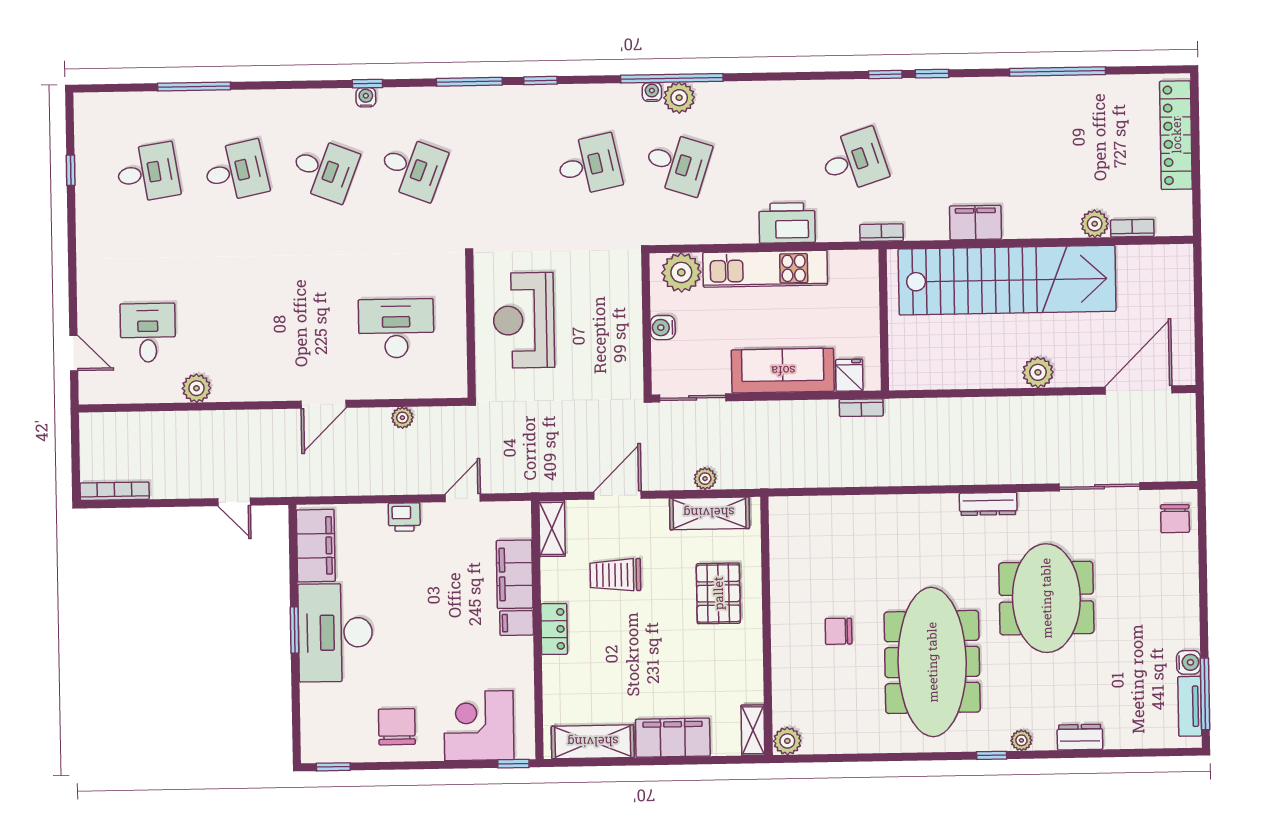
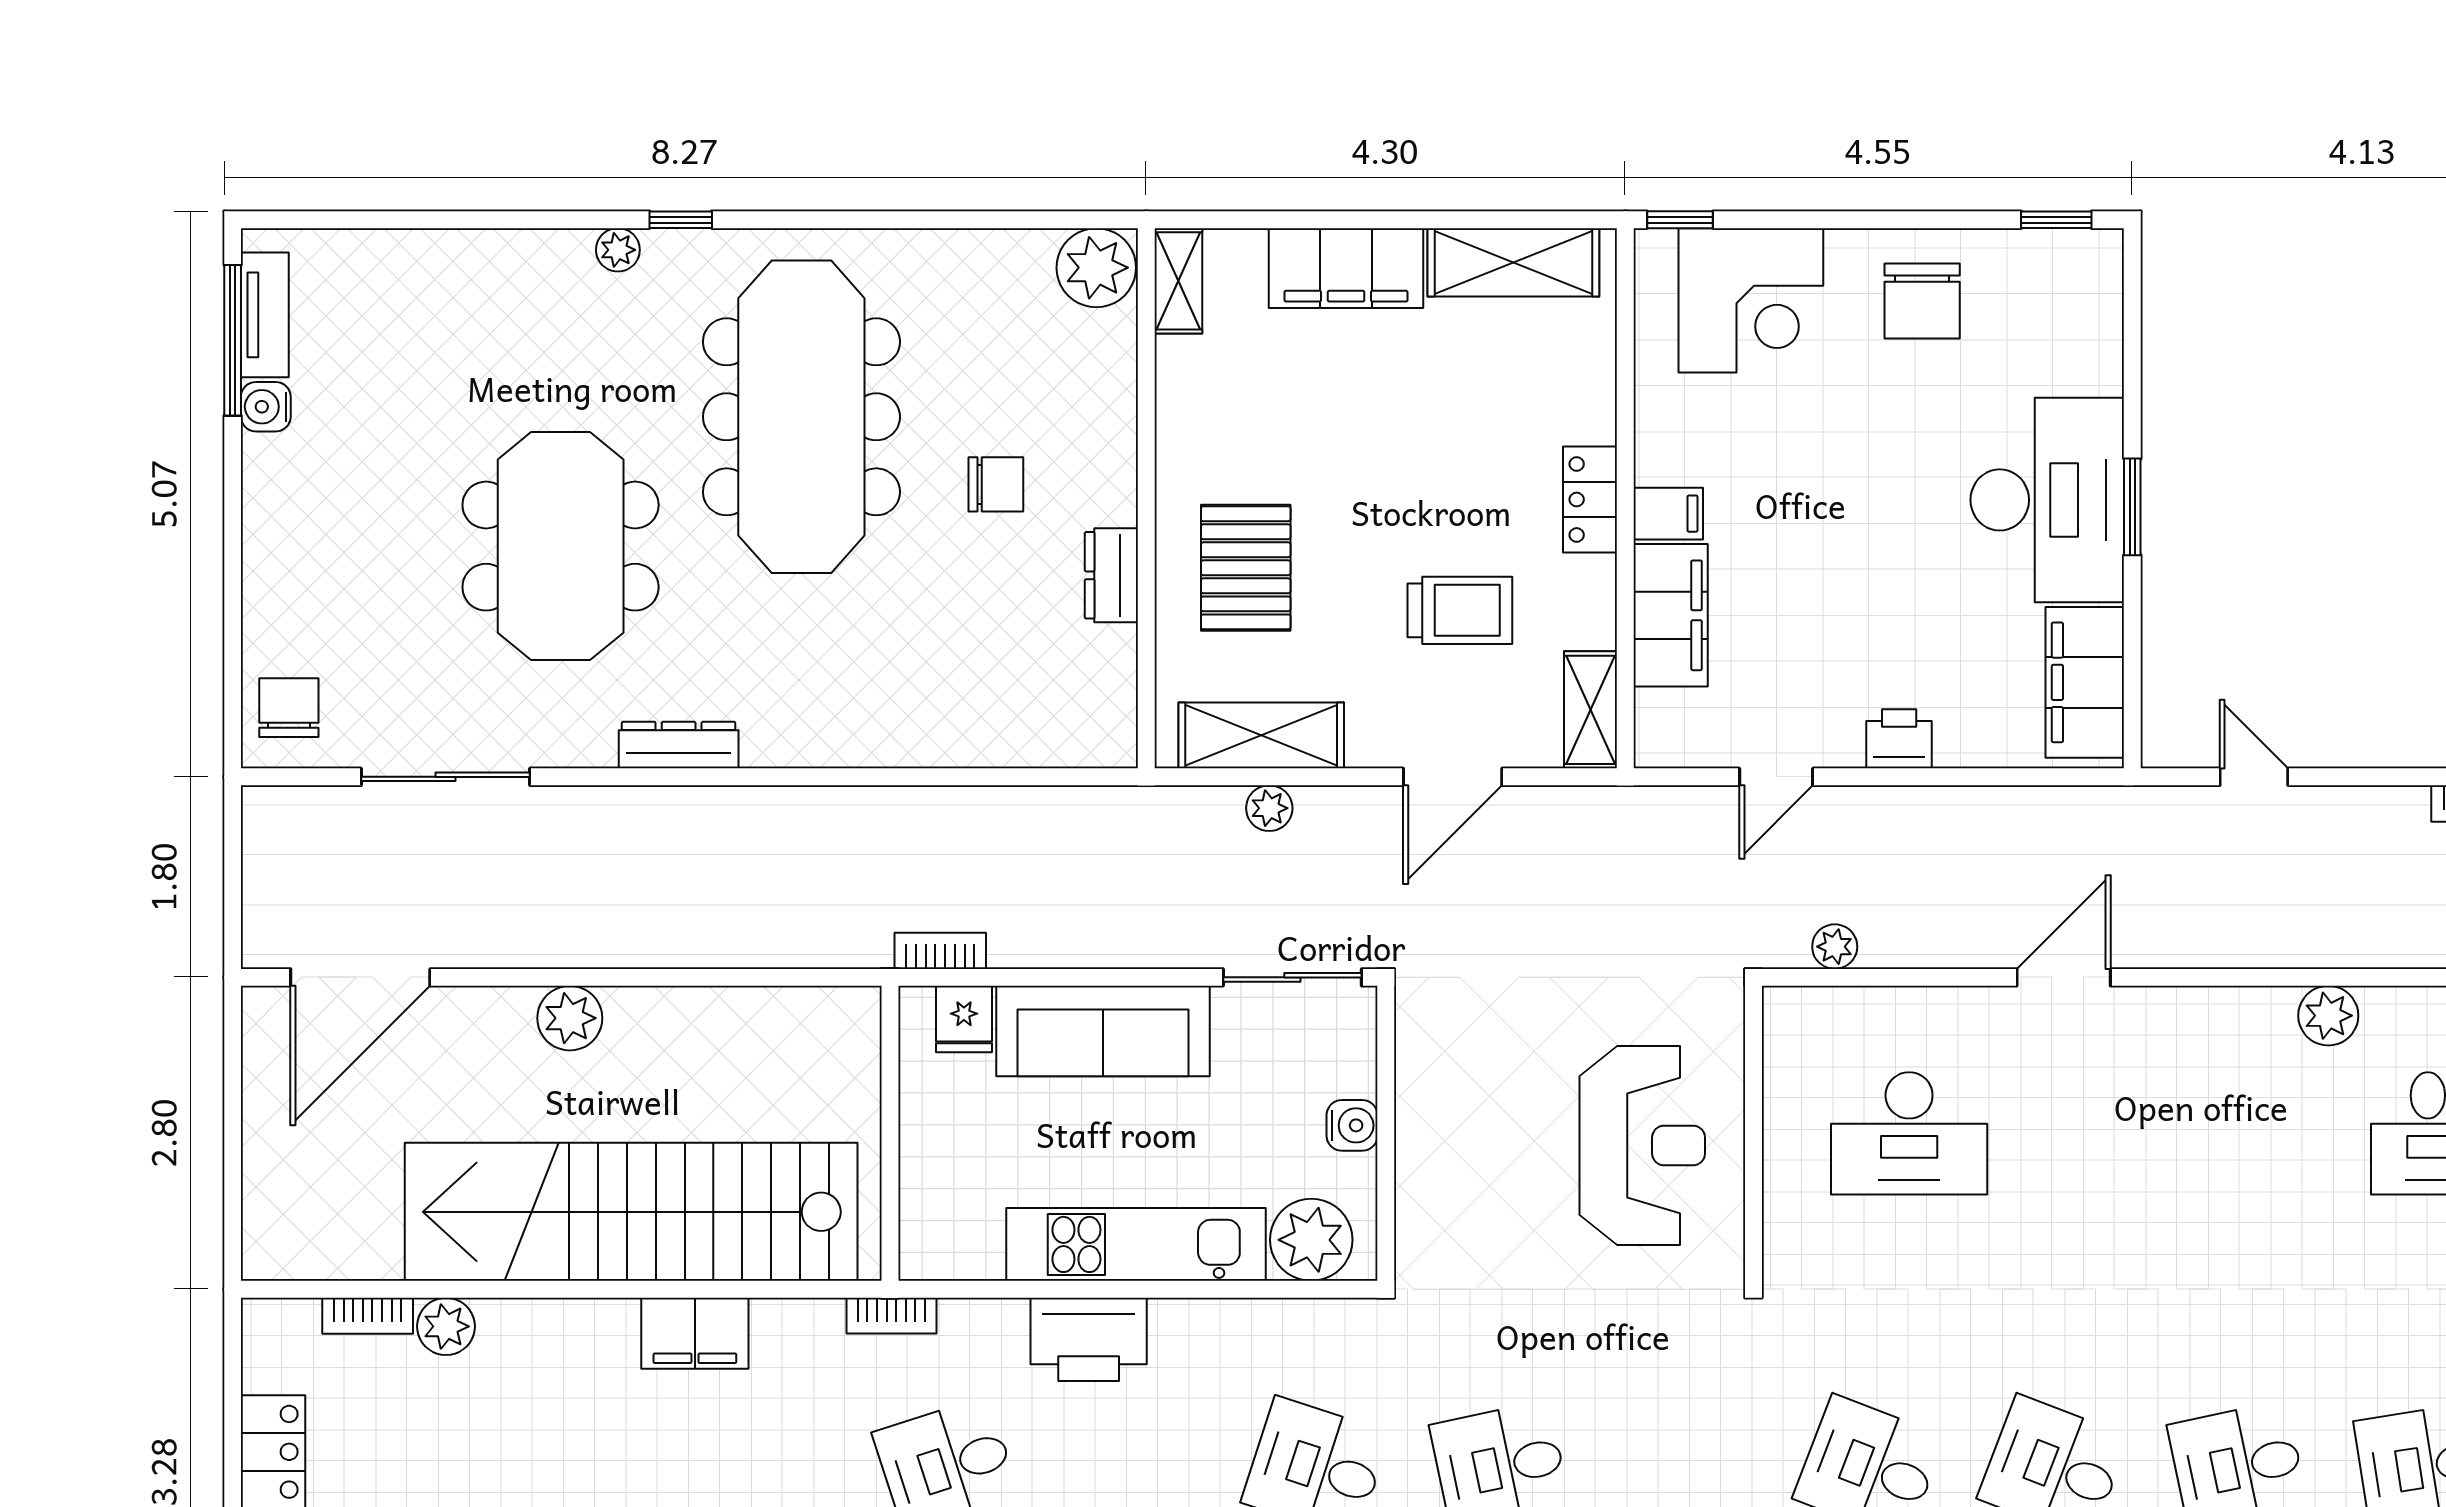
plant: (402, 418) -> (1835, 947), moved
dresser: (1080, 737) -> (1111, 575), moved, turned 90
plant: (787, 741) -> (1096, 268), width x1.36, depth x1.36

